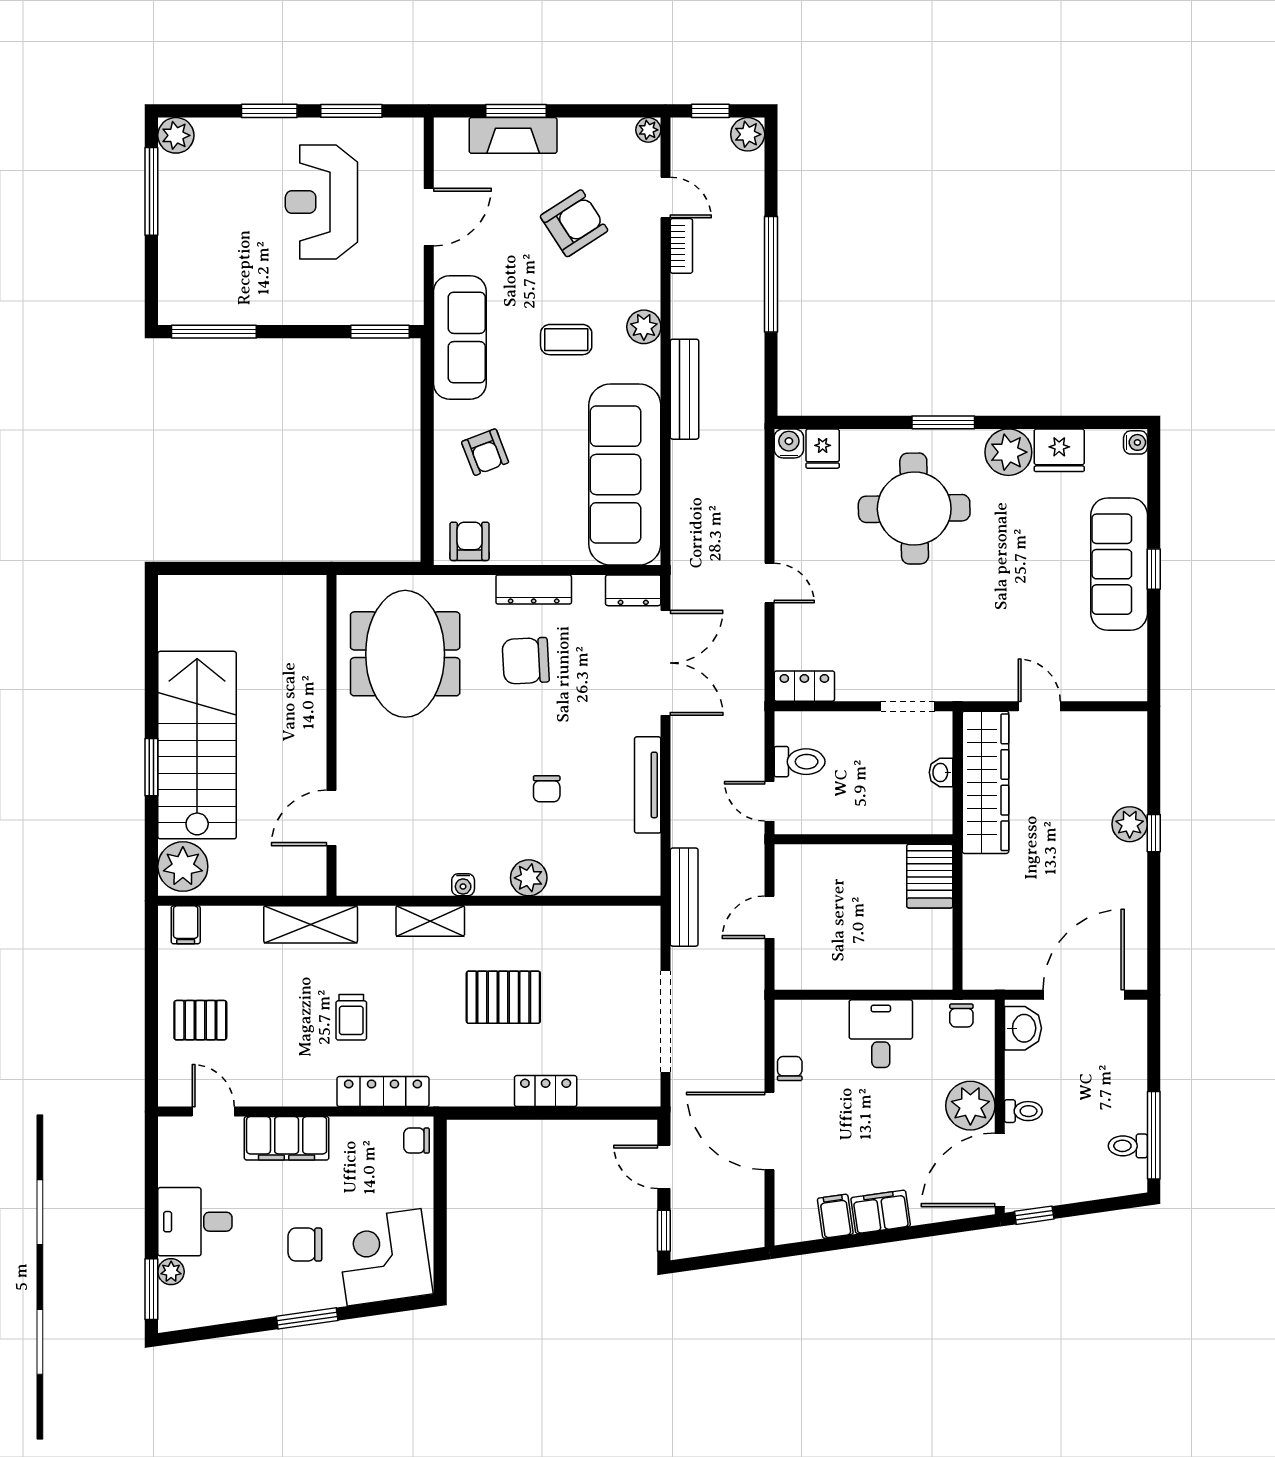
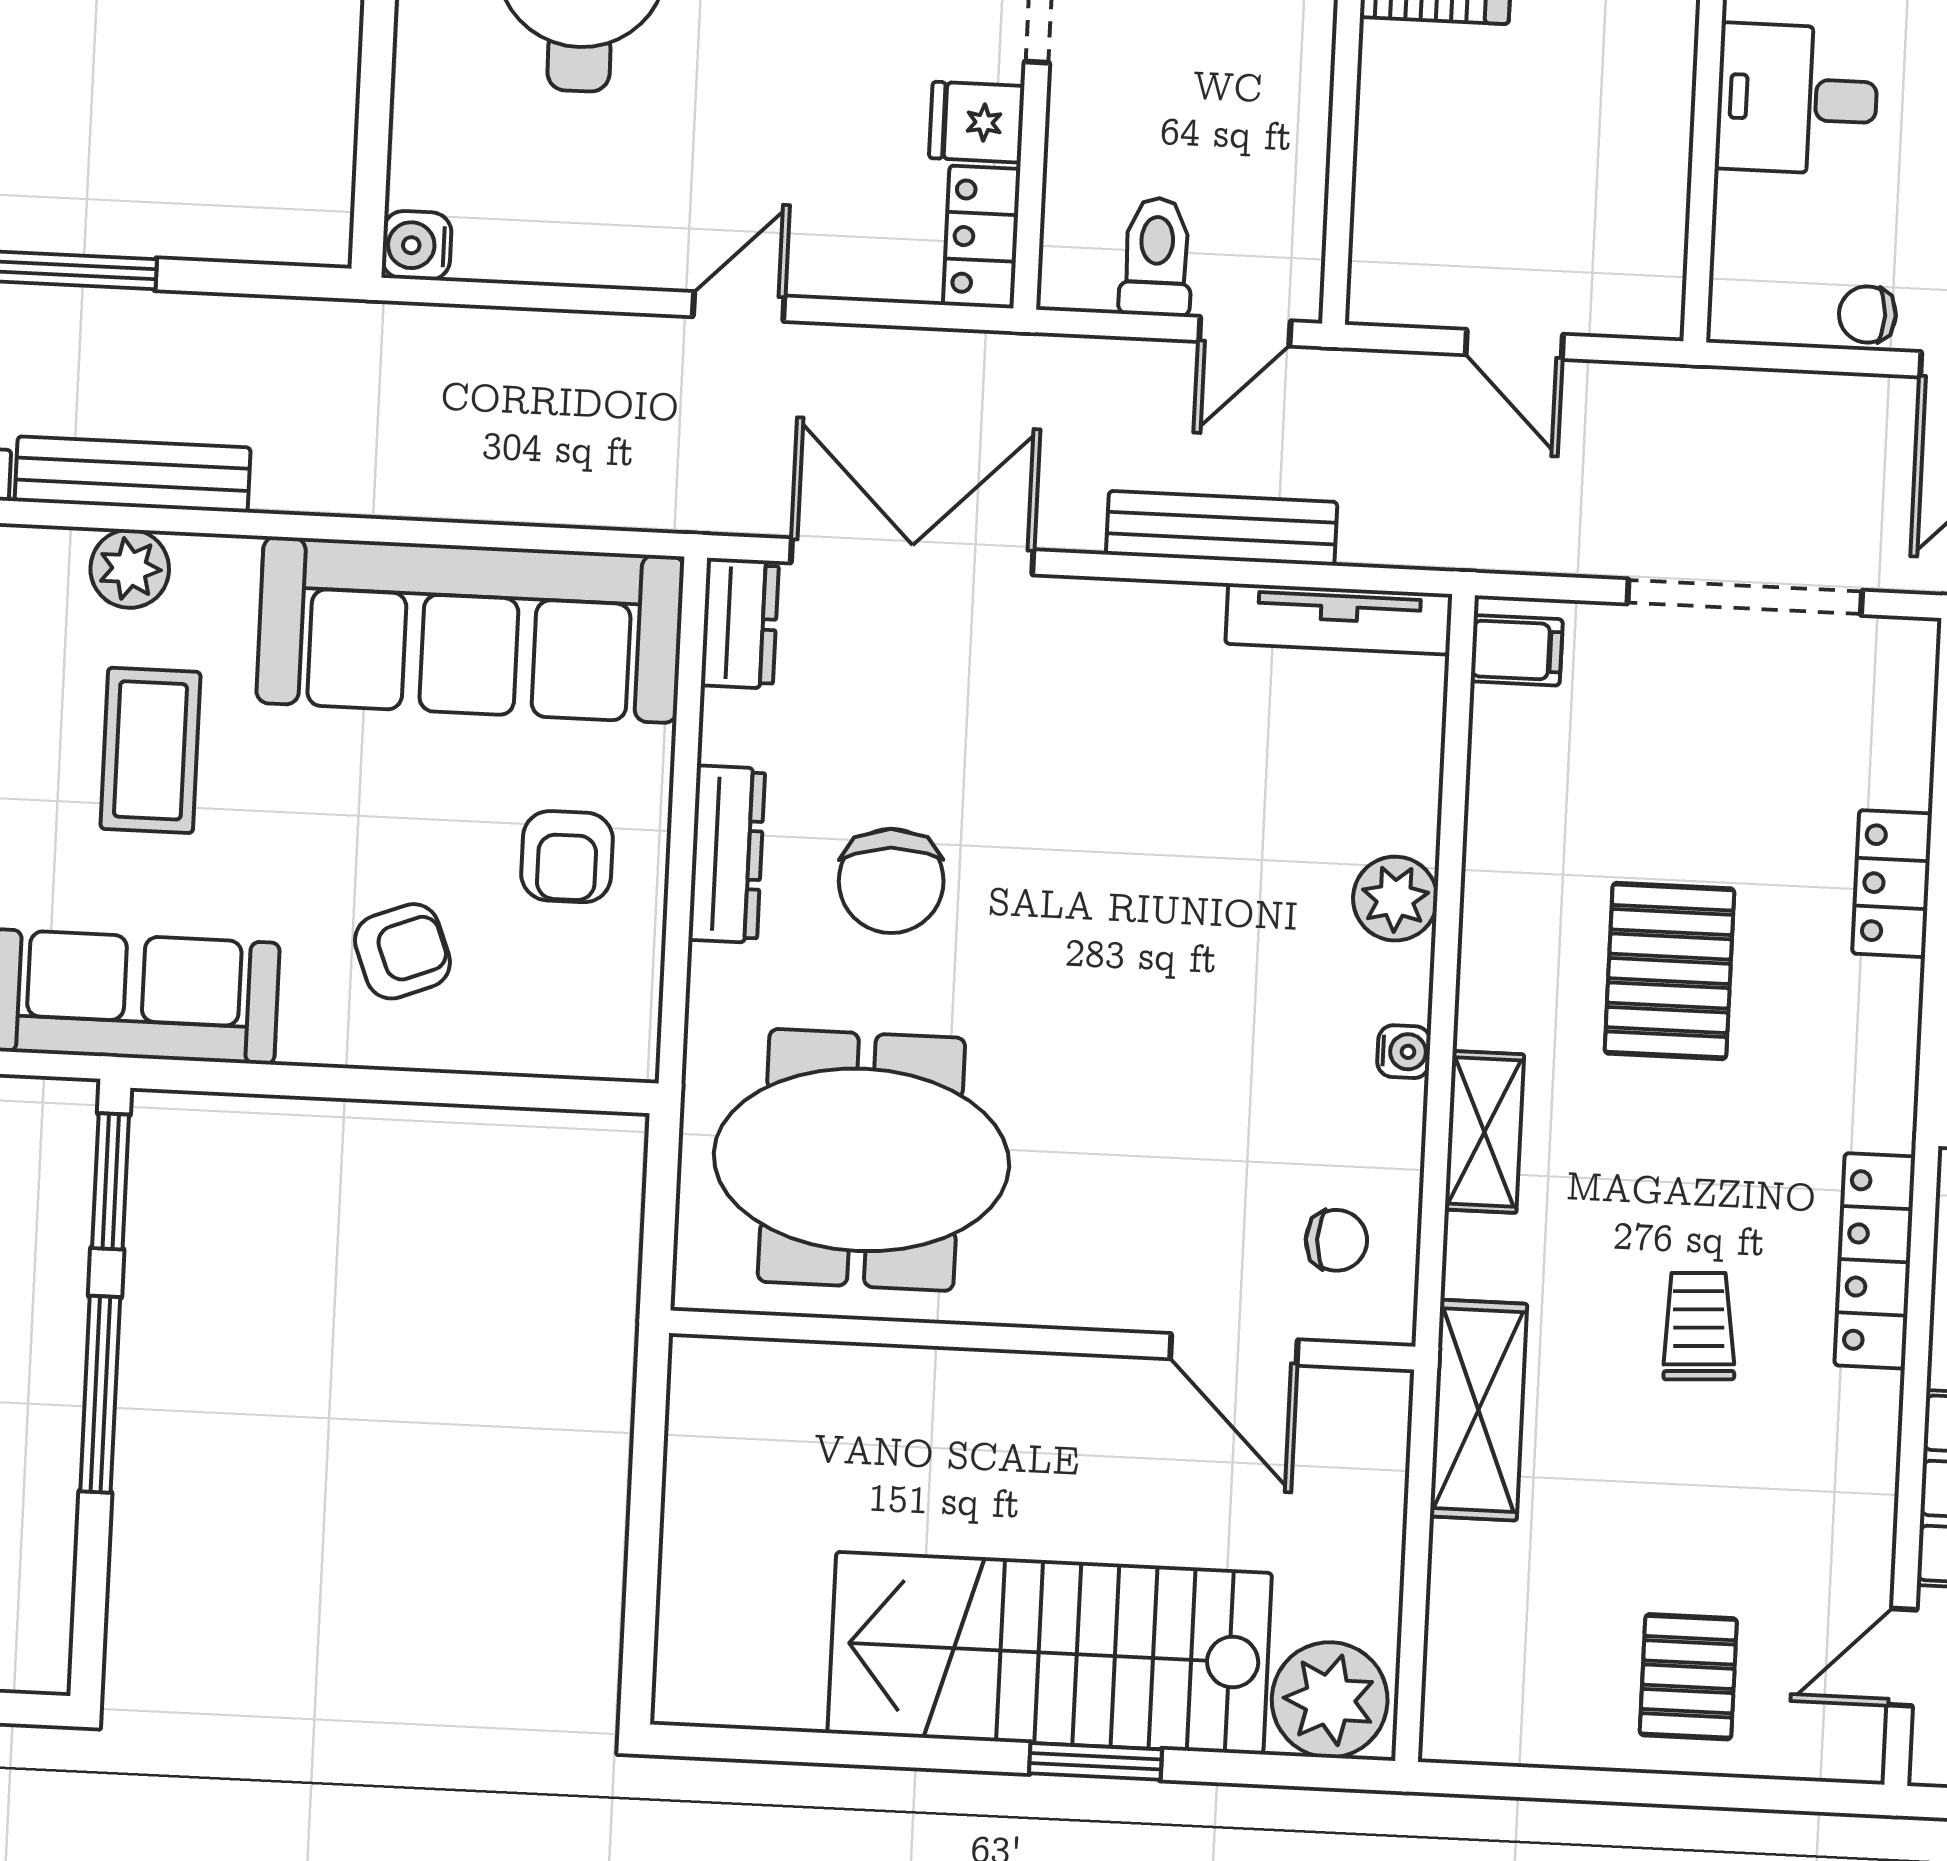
window: (214, 332) -> (100, 1394), moved
coffee table: (566, 340) -> (150, 750), width x1.36, depth x1.30
bench: (684, 389) -> (133, 474), moved
fridge: (823, 449) -> (977, 122), moved, turned 180
armchair: (470, 541) -> (567, 857), moved, turned -90
tv unit: (648, 785) -> (1339, 619), moved
chair: (547, 789) -> (1336, 1240), moved
bench: (684, 897) -> (1222, 528), moved
filing cabinet: (186, 925) -> (1517, 650), moved
trolley: (351, 1017) -> (1699, 1326), turned -93

